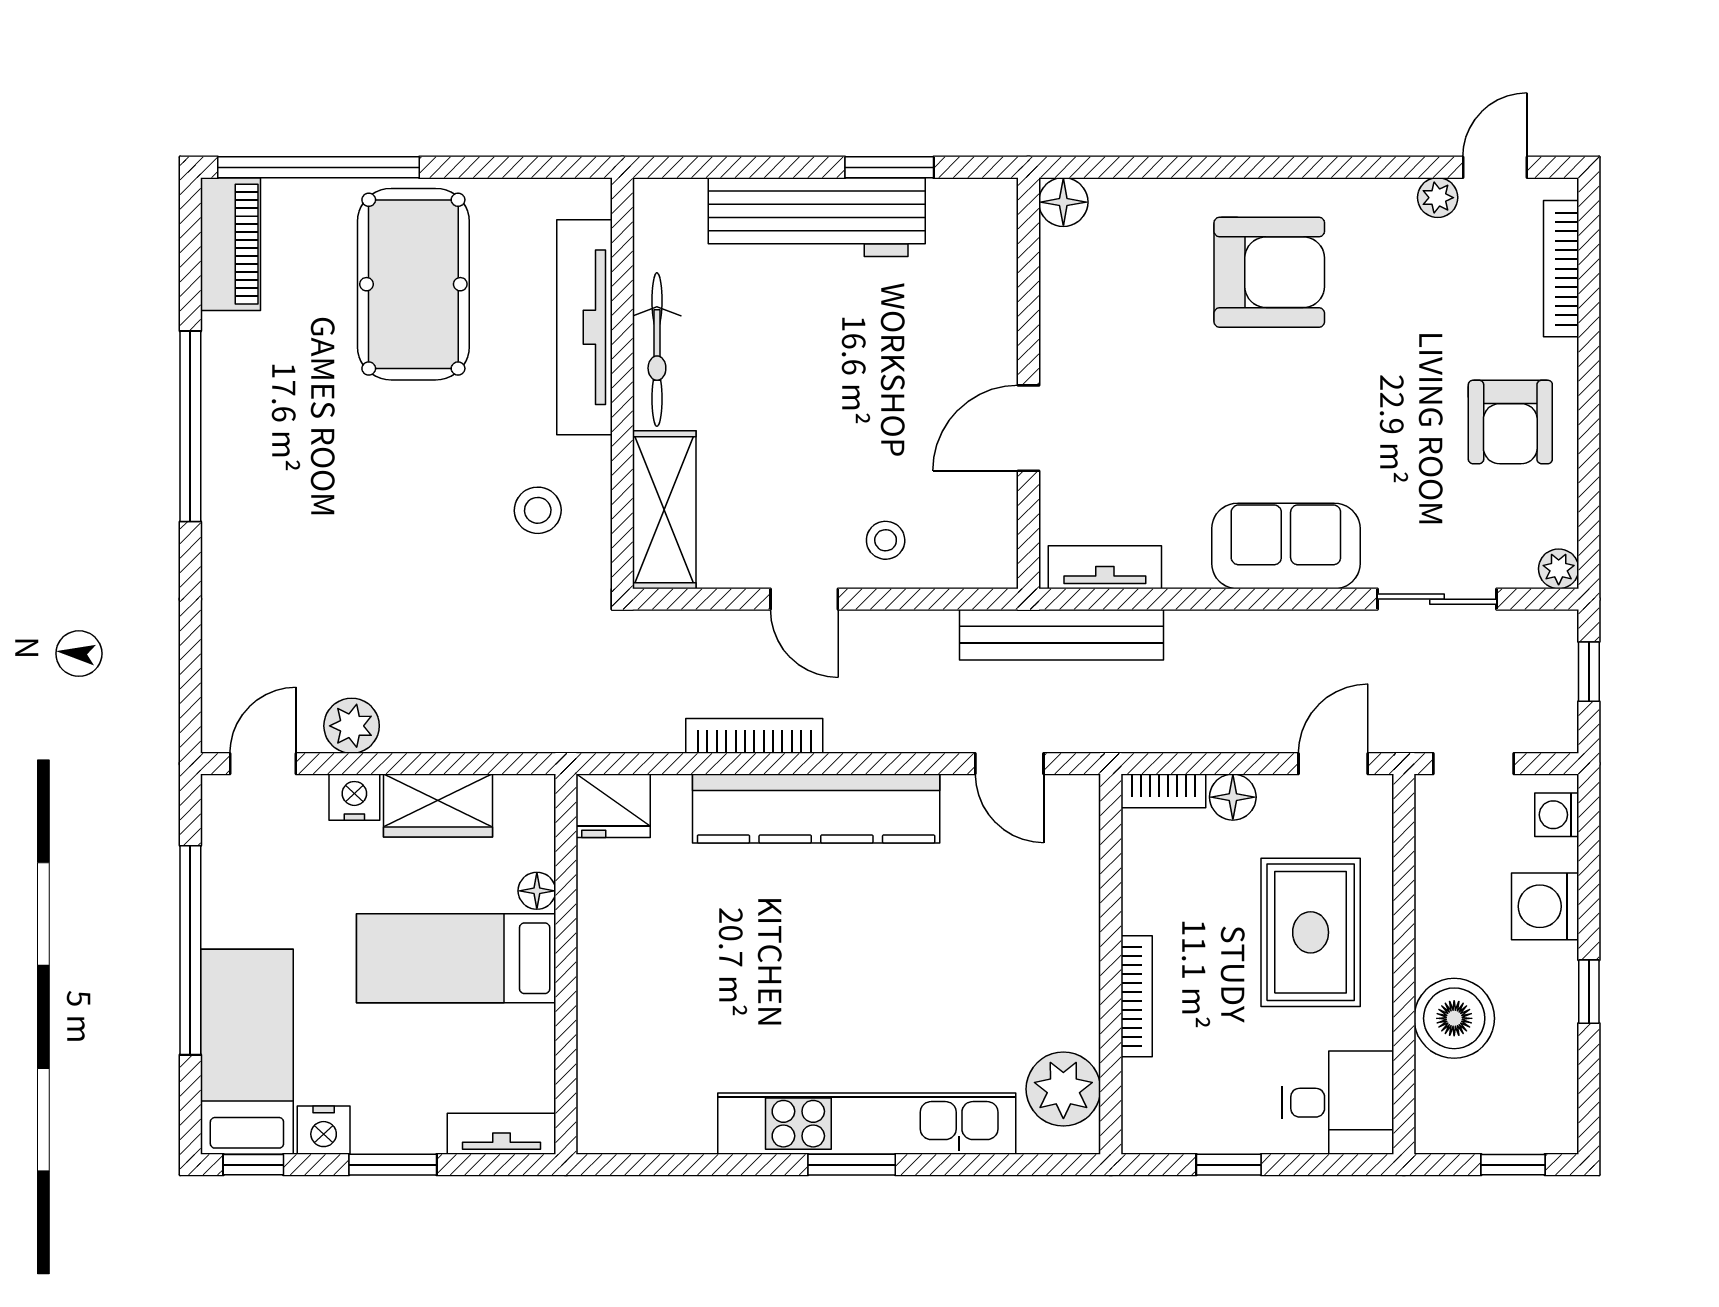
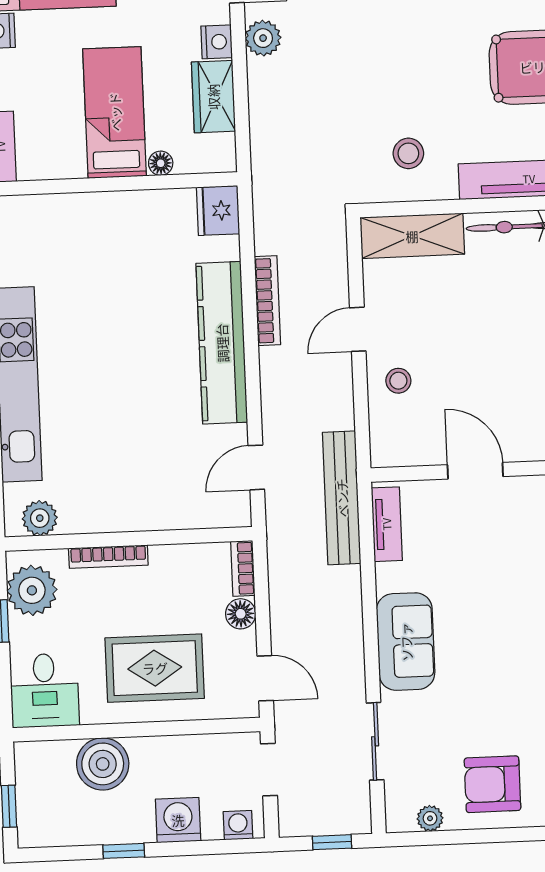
plant: (1559, 569) -> (430, 818), moved
plant: (1063, 1089) -> (40, 518), width x0.73, depth x0.73
plant: (1183, 1116) -> (32, 590), added

